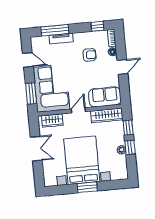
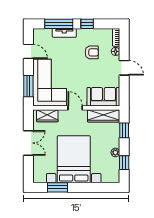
window: (97, 26) -> (87, 24), moved
door: (122, 67) -> (124, 68), hinge flipped
door: (78, 110) -> (75, 108), hinge flipped
window: (130, 147) -> (124, 163), moved
window: (87, 187) -> (57, 187), moved

